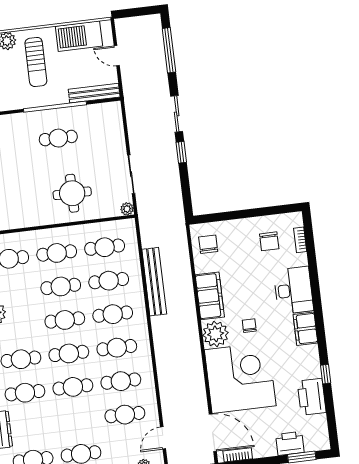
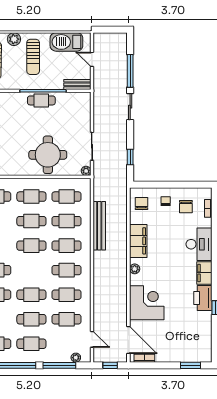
window: (169, 50) -> (130, 71), moved
bench: (94, 93) -> (77, 84), width x0.73
cafe table: (58, 138) -> (41, 100), moved
window: (181, 152) -> (130, 157), moved
round table: (72, 193) -> (48, 155), width x1.36, depth x1.36
chair: (249, 326) -> (166, 201), moved
plant: (216, 334) -> (135, 269), width x0.53, depth x0.53
cafe table: (69, 353) -> (31, 319), moved
corner desk: (240, 378) -> (147, 303), width x0.74, depth x0.74
printer: (312, 397) -> (203, 298), moved
door: (163, 438) -> (92, 339), swing flipped
printer: (290, 443) -> (183, 354), removed

